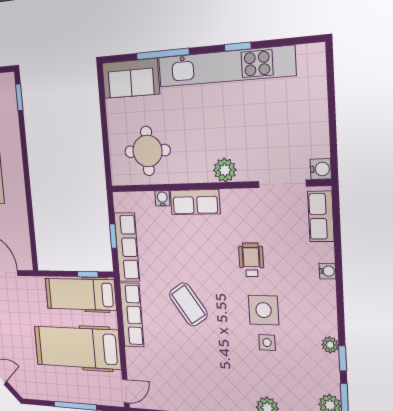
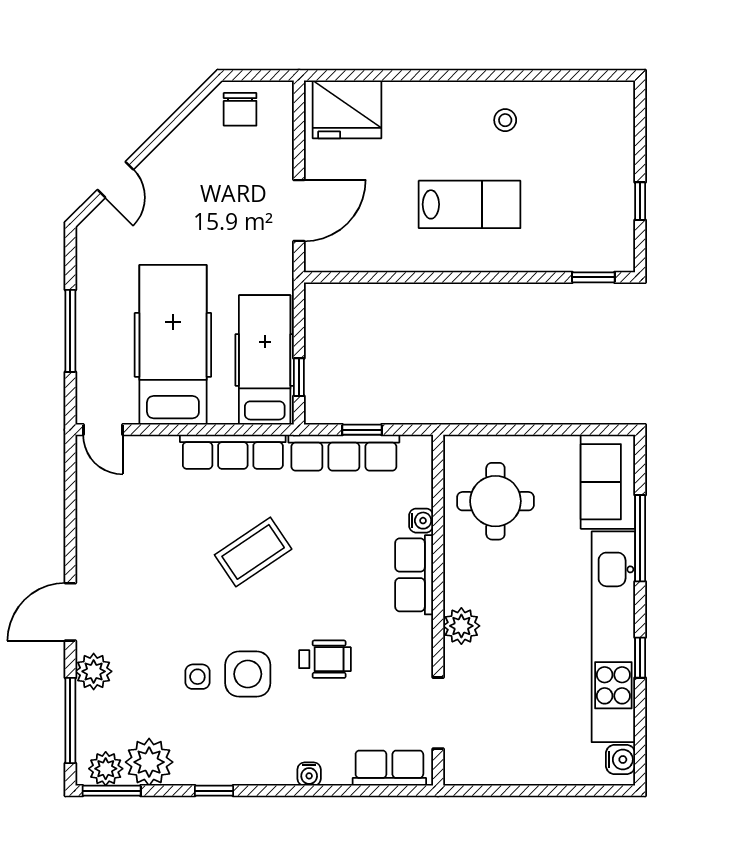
water cooler: (321, 169) -> (620, 759), moved, turned -90
plant: (330, 345) -> (149, 762), moved, width x1.88, depth x1.88
window: (343, 358) -> (214, 791), moved

